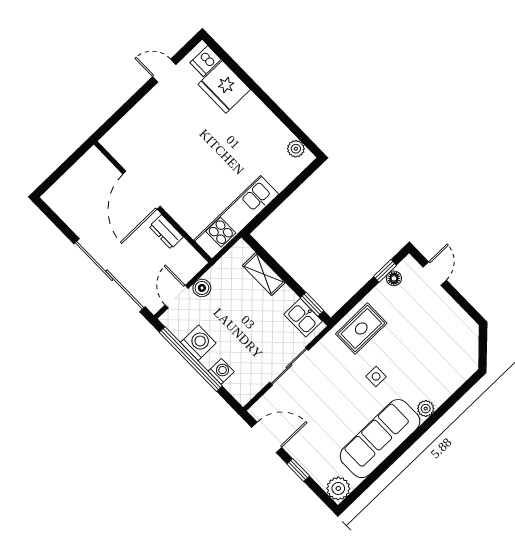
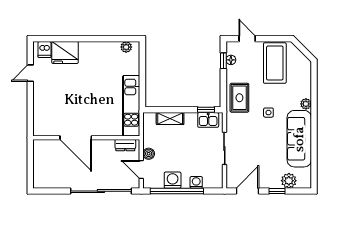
dresser: (166, 232) -> (125, 145), moved
coffee table: (438, 330) -> (275, 63), added
plant: (338, 488) -> (289, 181), moved

